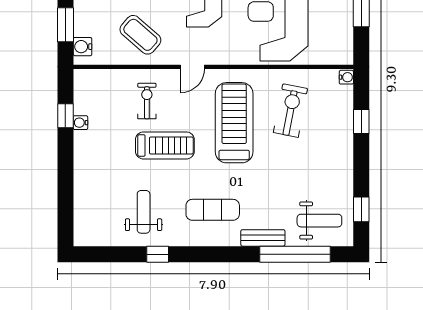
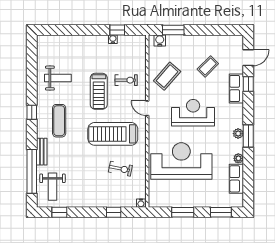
exercise bike: (290, 111) -> (120, 169), width x0.73, depth x0.72
treadmill: (234, 123) -> (113, 134), turned 180
window: (158, 254) -> (32, 112), moved

